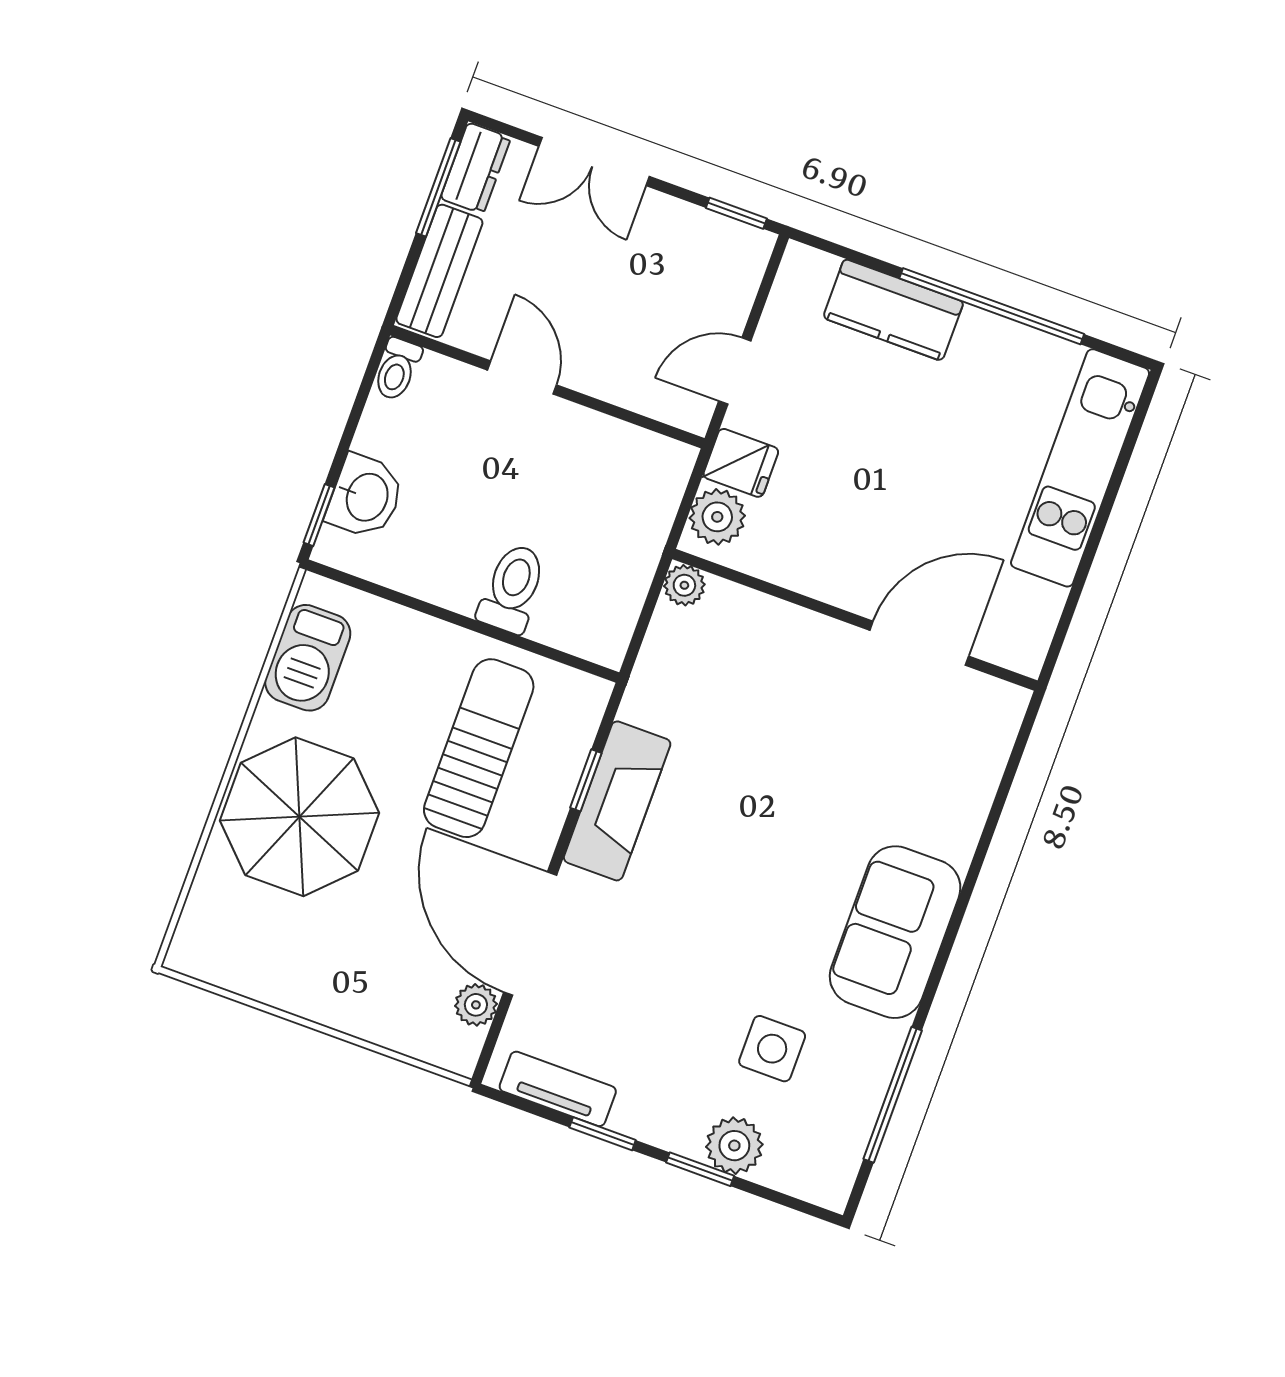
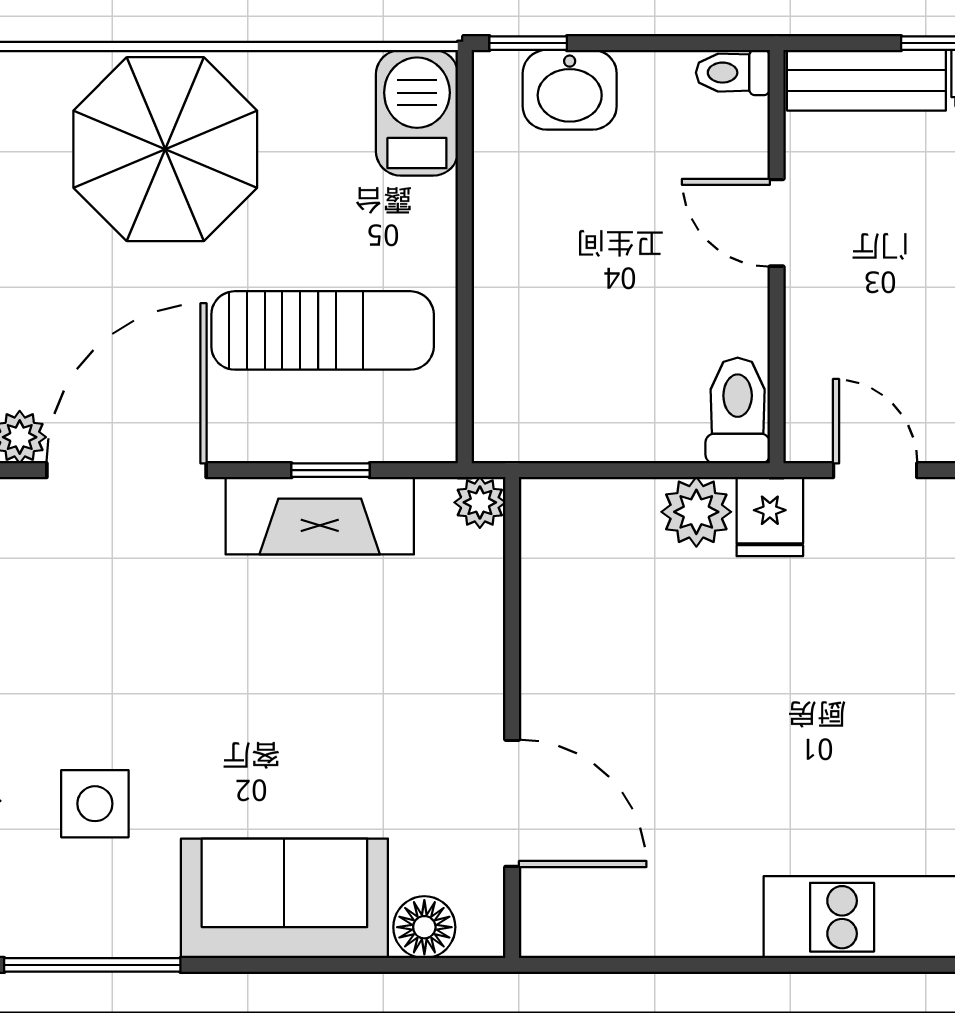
door: (522, 377) -> (777, 223), swing flipped
plant: (684, 585) -> (480, 502), moved
toilet: (512, 589) -> (738, 410), moved, turned -90
wall: (855, 620) -> (512, 718), moved
door: (919, 643) -> (512, 803), moved
barbecue: (308, 658) -> (417, 113), moved, turned 90
floor lamp: (955, 835) -> (424, 927), added

